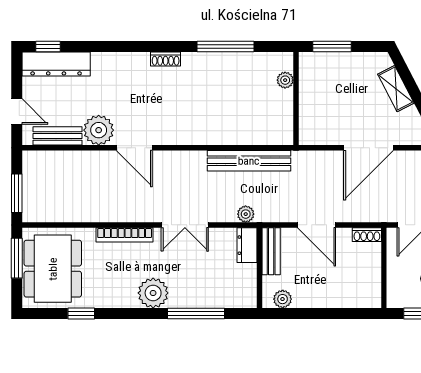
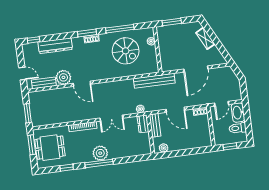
window: (158, 46) -> (87, 33), added
dresser: (56, 64) -> (55, 46), moved
spiral stairs: (231, 93) -> (126, 51), added
bench: (249, 161) -> (154, 81), moved
dining table: (53, 269) -> (50, 148), width x0.73
window: (196, 314) -> (99, 163), moved

